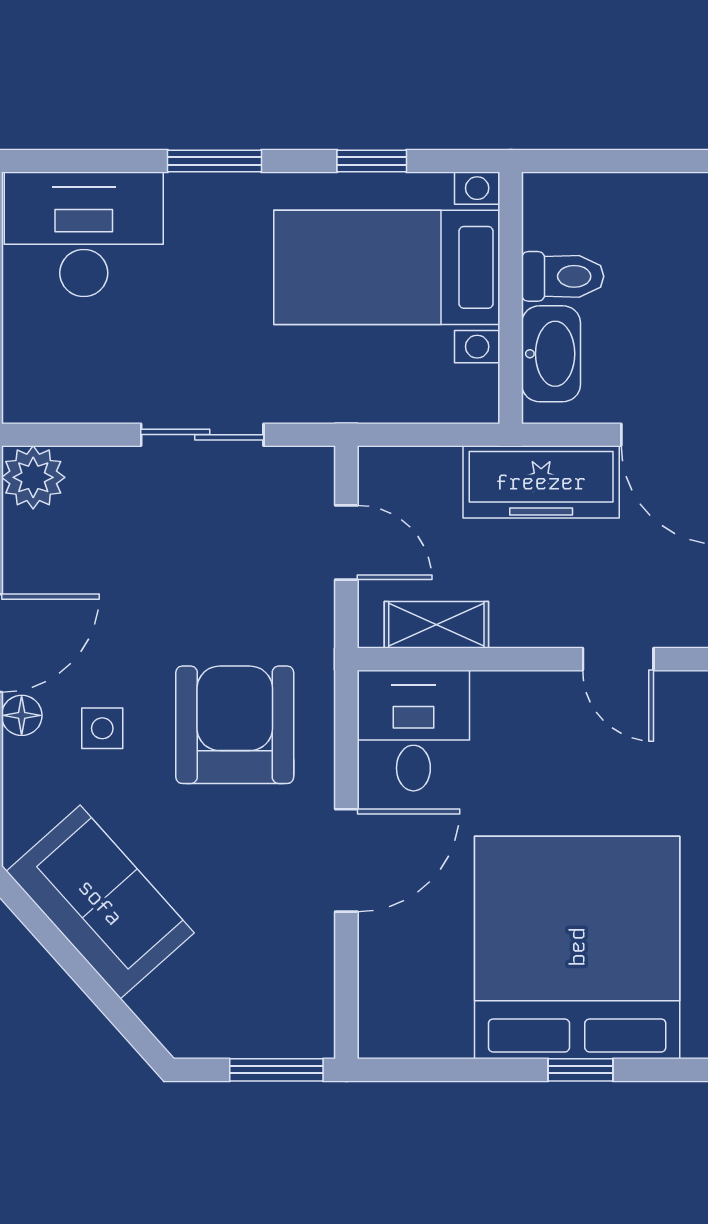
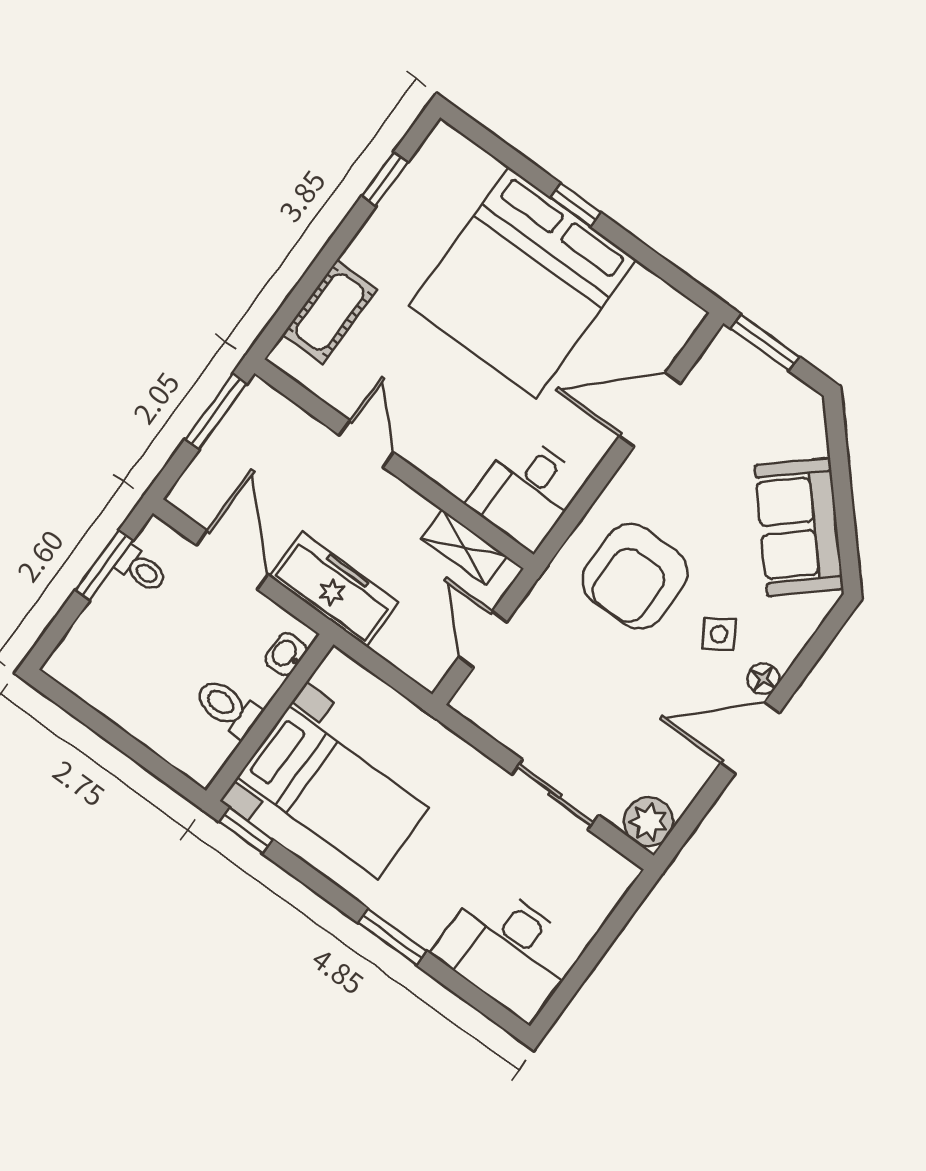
window: (372, 161) -> (246, 831), moved
washbasin: (551, 354) -> (286, 654), width x0.52, depth x0.69
sliding door: (202, 435) -> (555, 795), moved
side table: (102, 728) -> (719, 634), turned -33
door: (346, 860) -> (650, 410), moved

